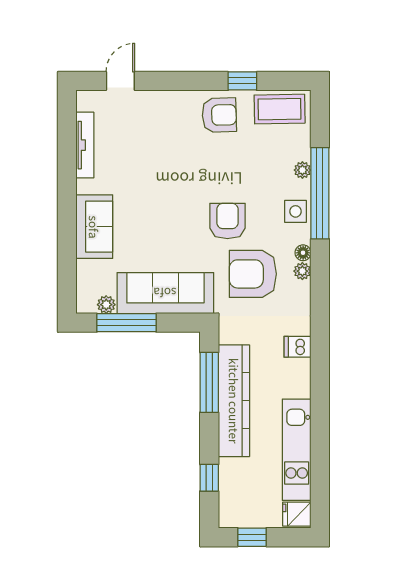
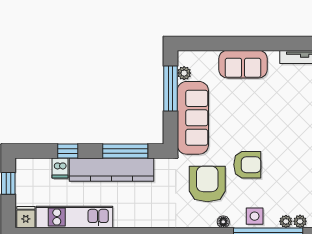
plant: (302, 271) -> (300, 221), moved
dishwasher: (297, 347) -> (60, 168), moved, turned 180
window: (209, 478) -> (68, 151), moved

